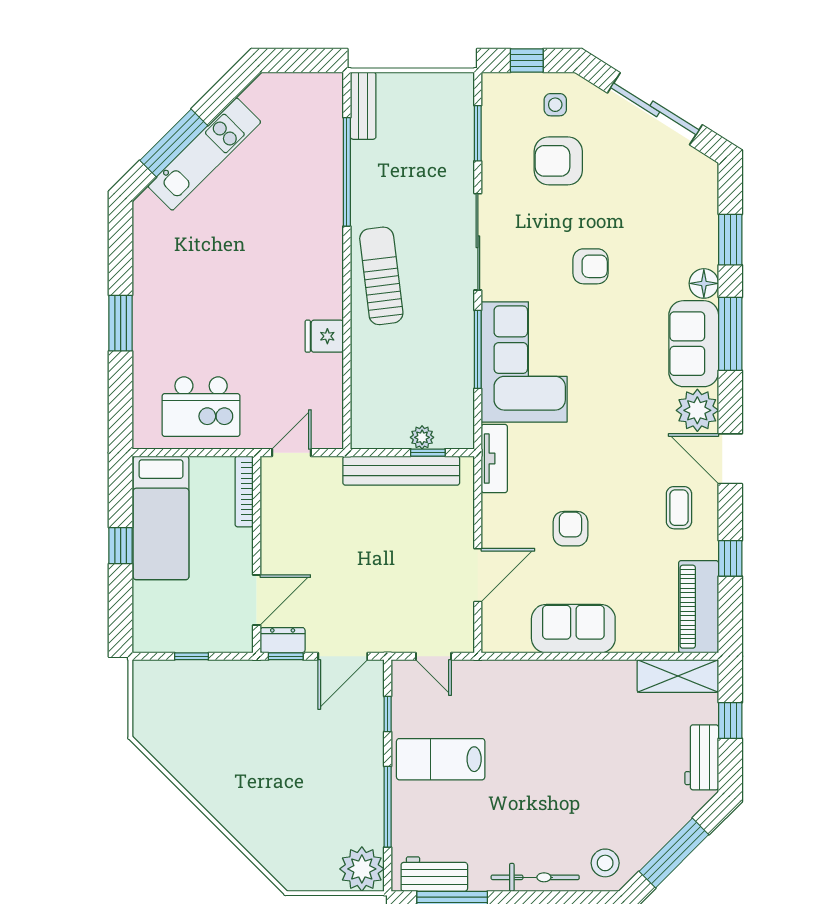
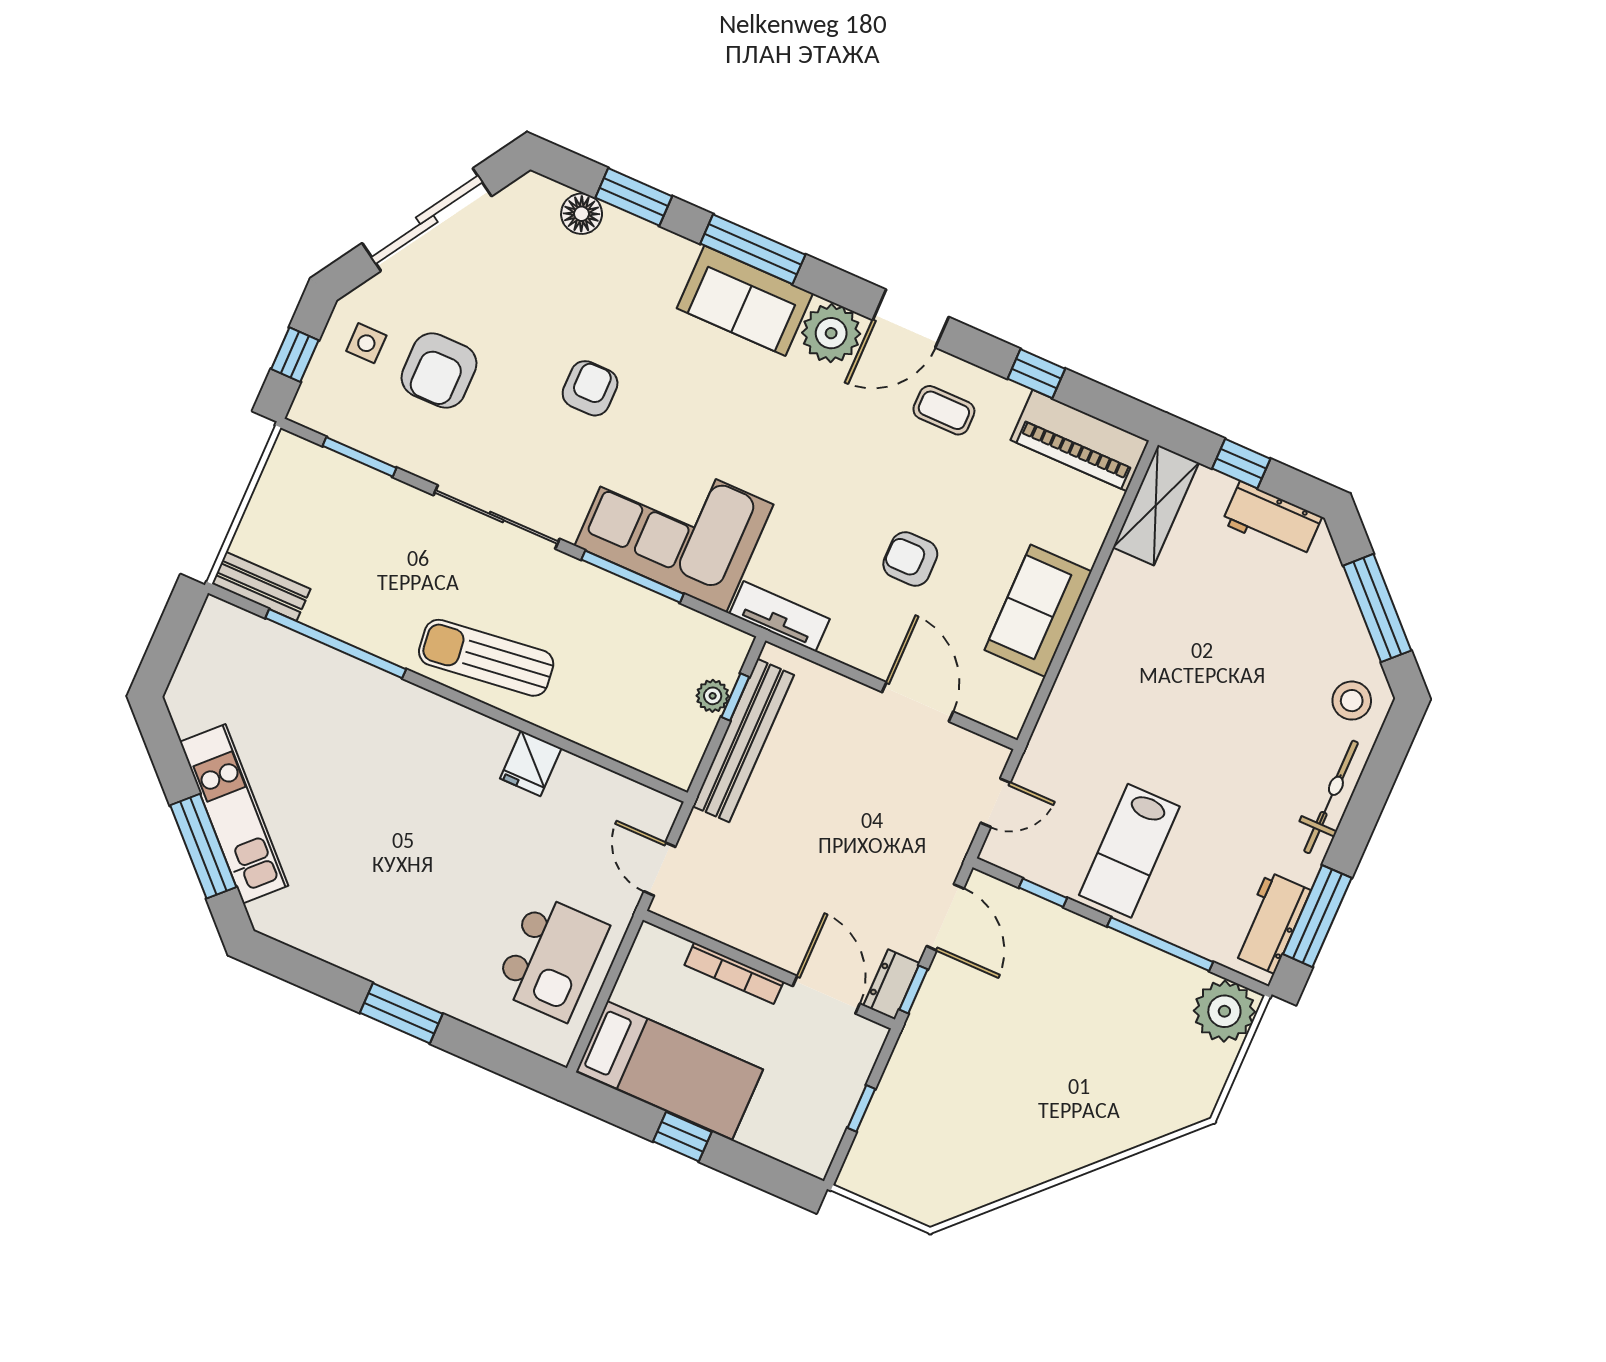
floor lamp: (704, 283) -> (582, 214), moved
bookcase: (244, 491) -> (734, 973), moved

